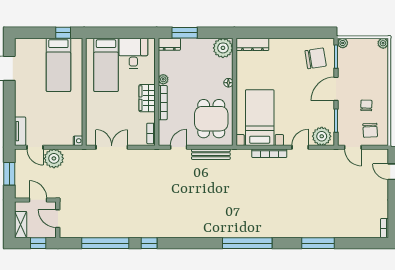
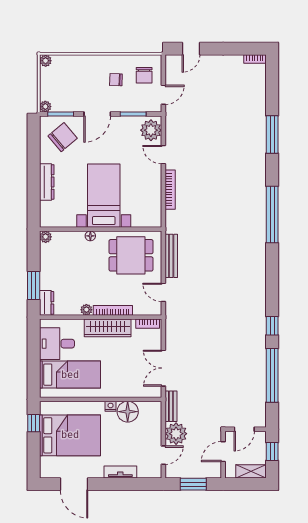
dresser: (252, 44) -> (47, 182), moved
plant: (223, 48) -> (46, 237), width x0.53, depth x0.53
chair: (316, 58) -> (63, 137), turned 59
bed: (58, 65) -> (70, 435), width x1.50
door: (336, 89) -> (97, 114), hinge flipped
wardrobe: (147, 98) -> (108, 328), width x1.50
floor lamp: (73, 116) -> (128, 412), added
bed with nightstands: (260, 118) -> (104, 196), moved, turned 90
chair: (370, 130) -> (144, 75), turned 93
tv unit: (20, 131) -> (120, 472), moved
nightstand: (78, 141) -> (111, 406), moved
bench: (78, 154) -> (171, 406), added

